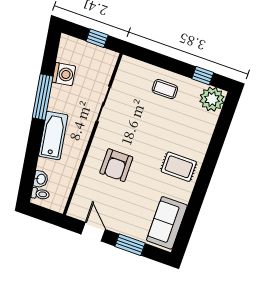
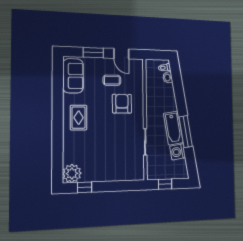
coffee table: (165, 89) -> (112, 80), moved
bathtub: (53, 136) -> (173, 128), moved
rug: (179, 167) -> (79, 118), turned 90

